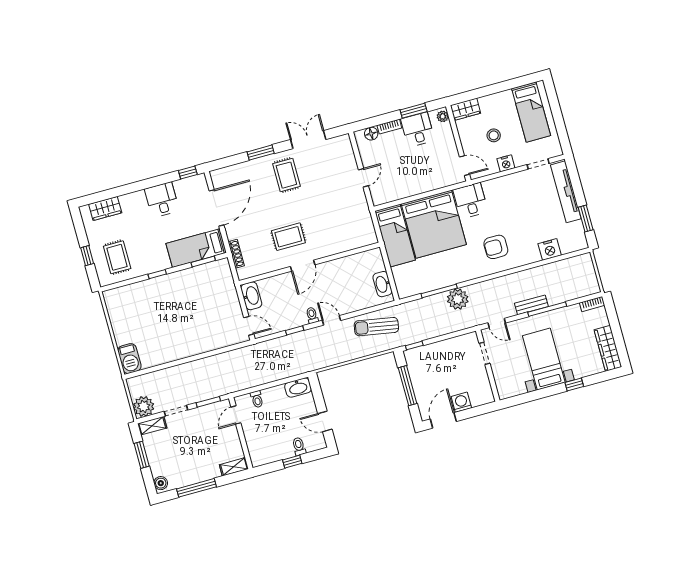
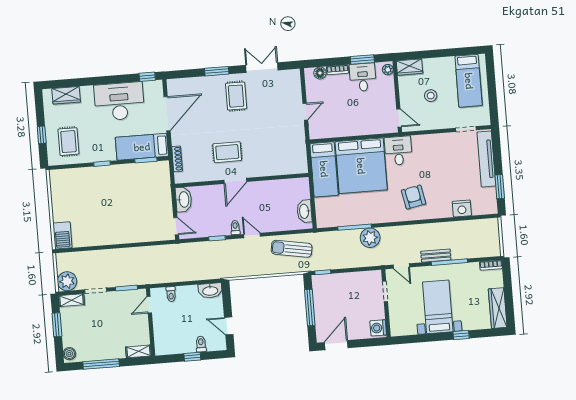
nightstand: (506, 163) -> (437, 123), removed
desk: (162, 200) -> (119, 101), width x1.87, depth x1.30
armchair: (496, 247) -> (414, 197), turned 79
washing machine: (461, 402) -> (378, 328), moved, turned -90

